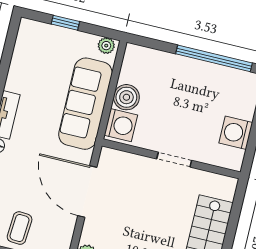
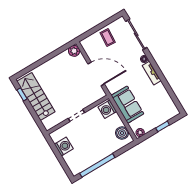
boiler: (126, 97) -> (122, 133), moved
sofa: (85, 104) -> (127, 105), width x0.73

